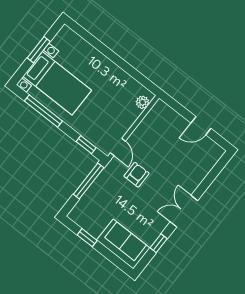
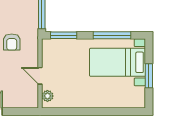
window: (86, 145) -> (64, 35), width x1.50
door: (118, 147) -> (40, 76), moved

